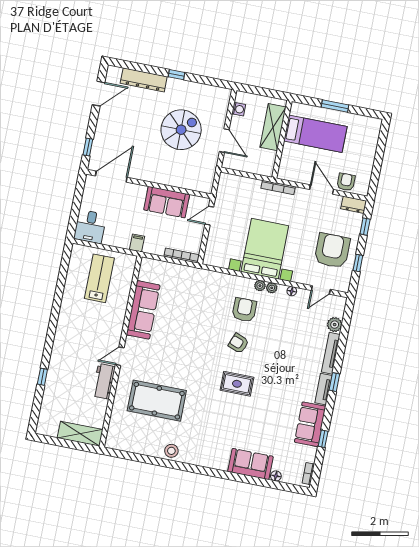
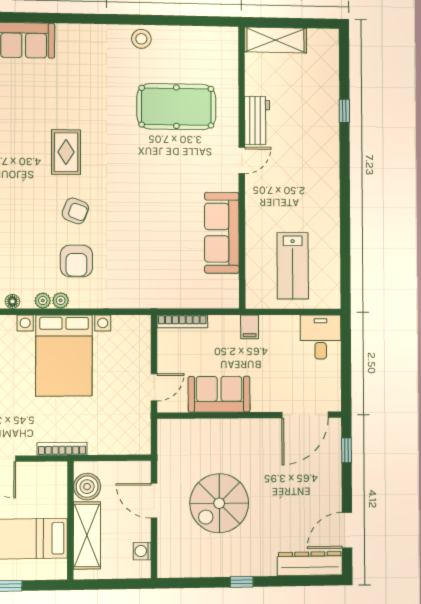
dresser: (144, 80) -> (310, 564), moved
boiler: (267, 159) -> (87, 487), added
rug: (237, 384) -> (66, 152), turned 90

